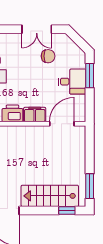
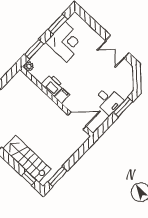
chair: (48, 56) -> (108, 70), removed
filing cabinet: (35, 115) -> (62, 96), width x0.50

